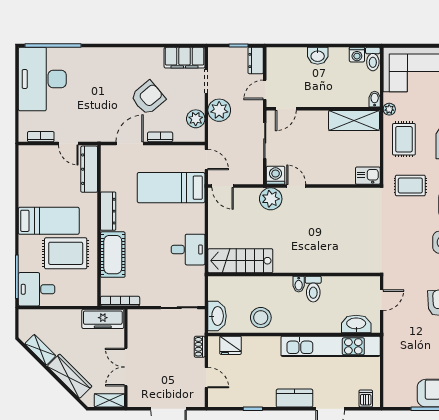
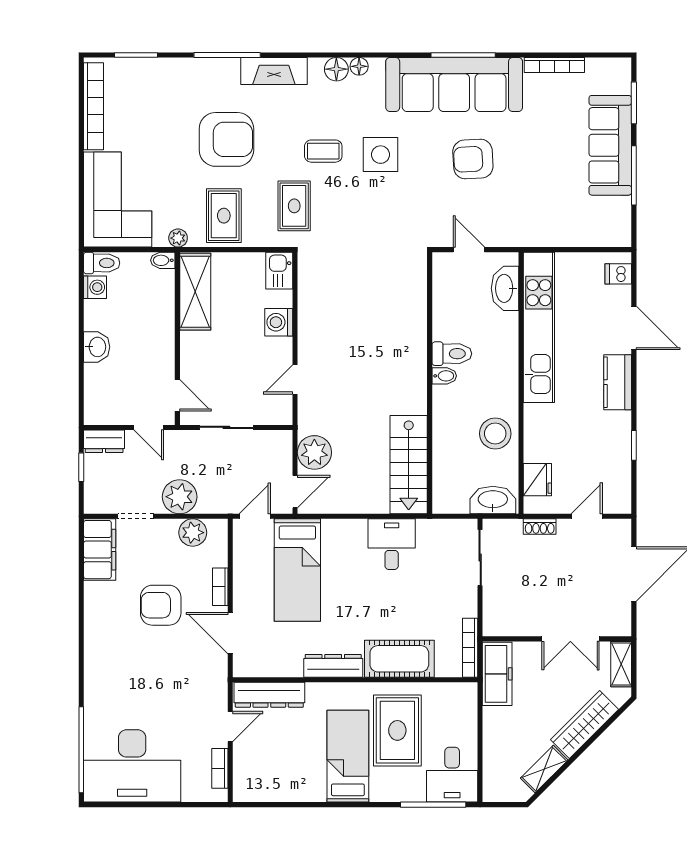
armchair: (148, 98) -> (161, 605), turned -50
rug: (404, 139) -> (224, 216), turned 90
washing machine: (276, 175) -> (279, 322), moved
plant: (271, 199) -> (314, 452), moved

